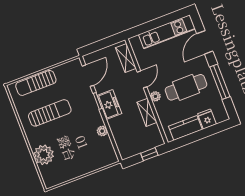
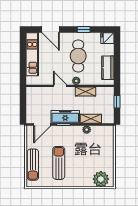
shelving: (126, 58) -> (91, 119), moved
door: (88, 76) -> (42, 125), swing flipped
window: (220, 82) -> (84, 30), width x0.46
freezer: (109, 105) -> (65, 117), width x1.40
fridge: (207, 119) -> (107, 38), moved
plant: (44, 155) -> (101, 179), moved

